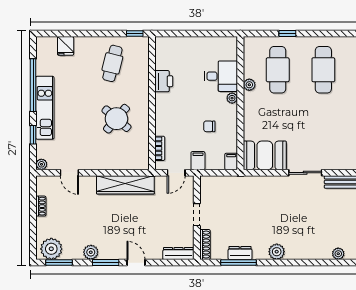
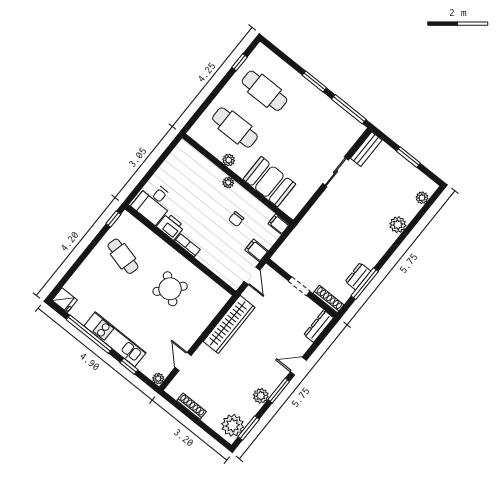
window: (287, 34) -> (239, 62), moved
fridge: (66, 46) -> (65, 300), moved
desk: (221, 76) -> (153, 203), moved, turned 180
bookcase: (160, 148) -> (187, 245), moved
booth: (265, 155) -> (269, 182), moved, turned 90
door: (69, 173) -> (183, 362), swing flipped
shoe rack: (41, 206) -> (191, 406), width x1.43
plant: (277, 252) -> (398, 225), moved

